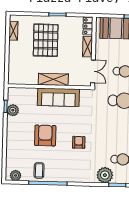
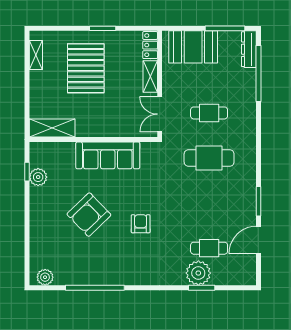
double door: (93, 71) -> (160, 114), swing flipped
shelving: (53, 79) -> (52, 128), moved
armchair: (45, 135) -> (89, 215), turned -134
coffee table: (39, 170) -> (81, 269), removed
plant: (105, 175) -> (198, 273), moved

